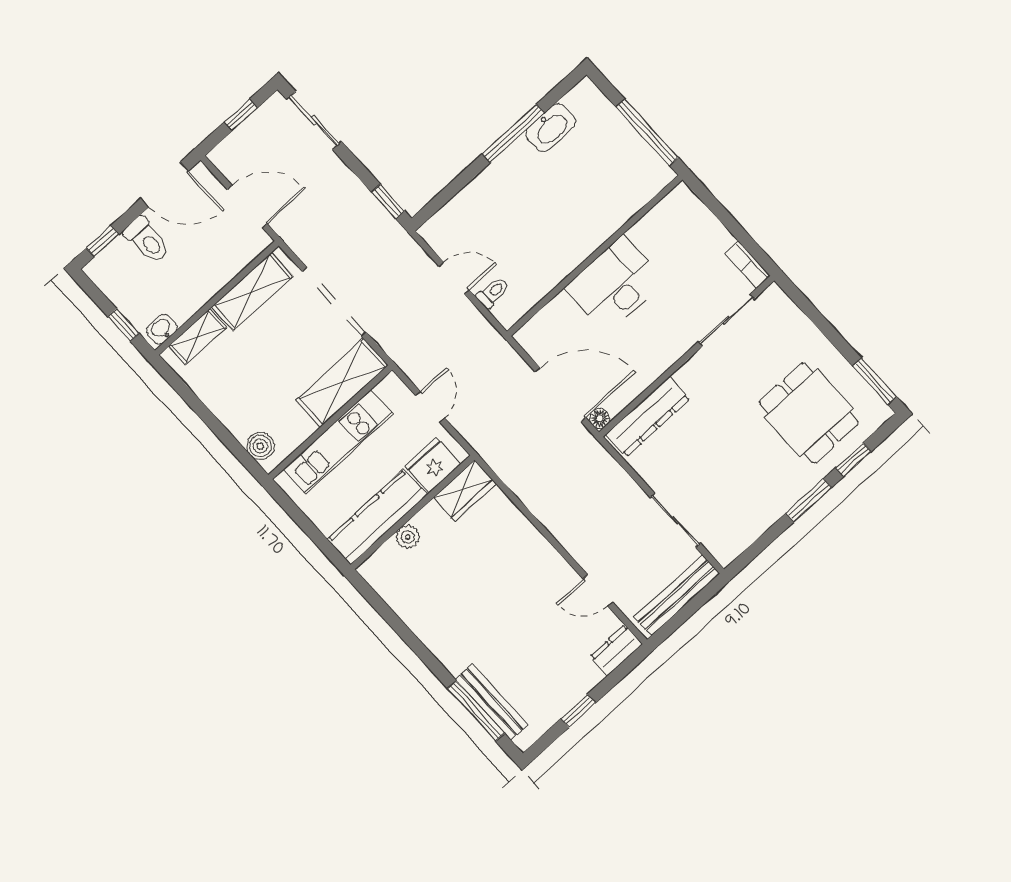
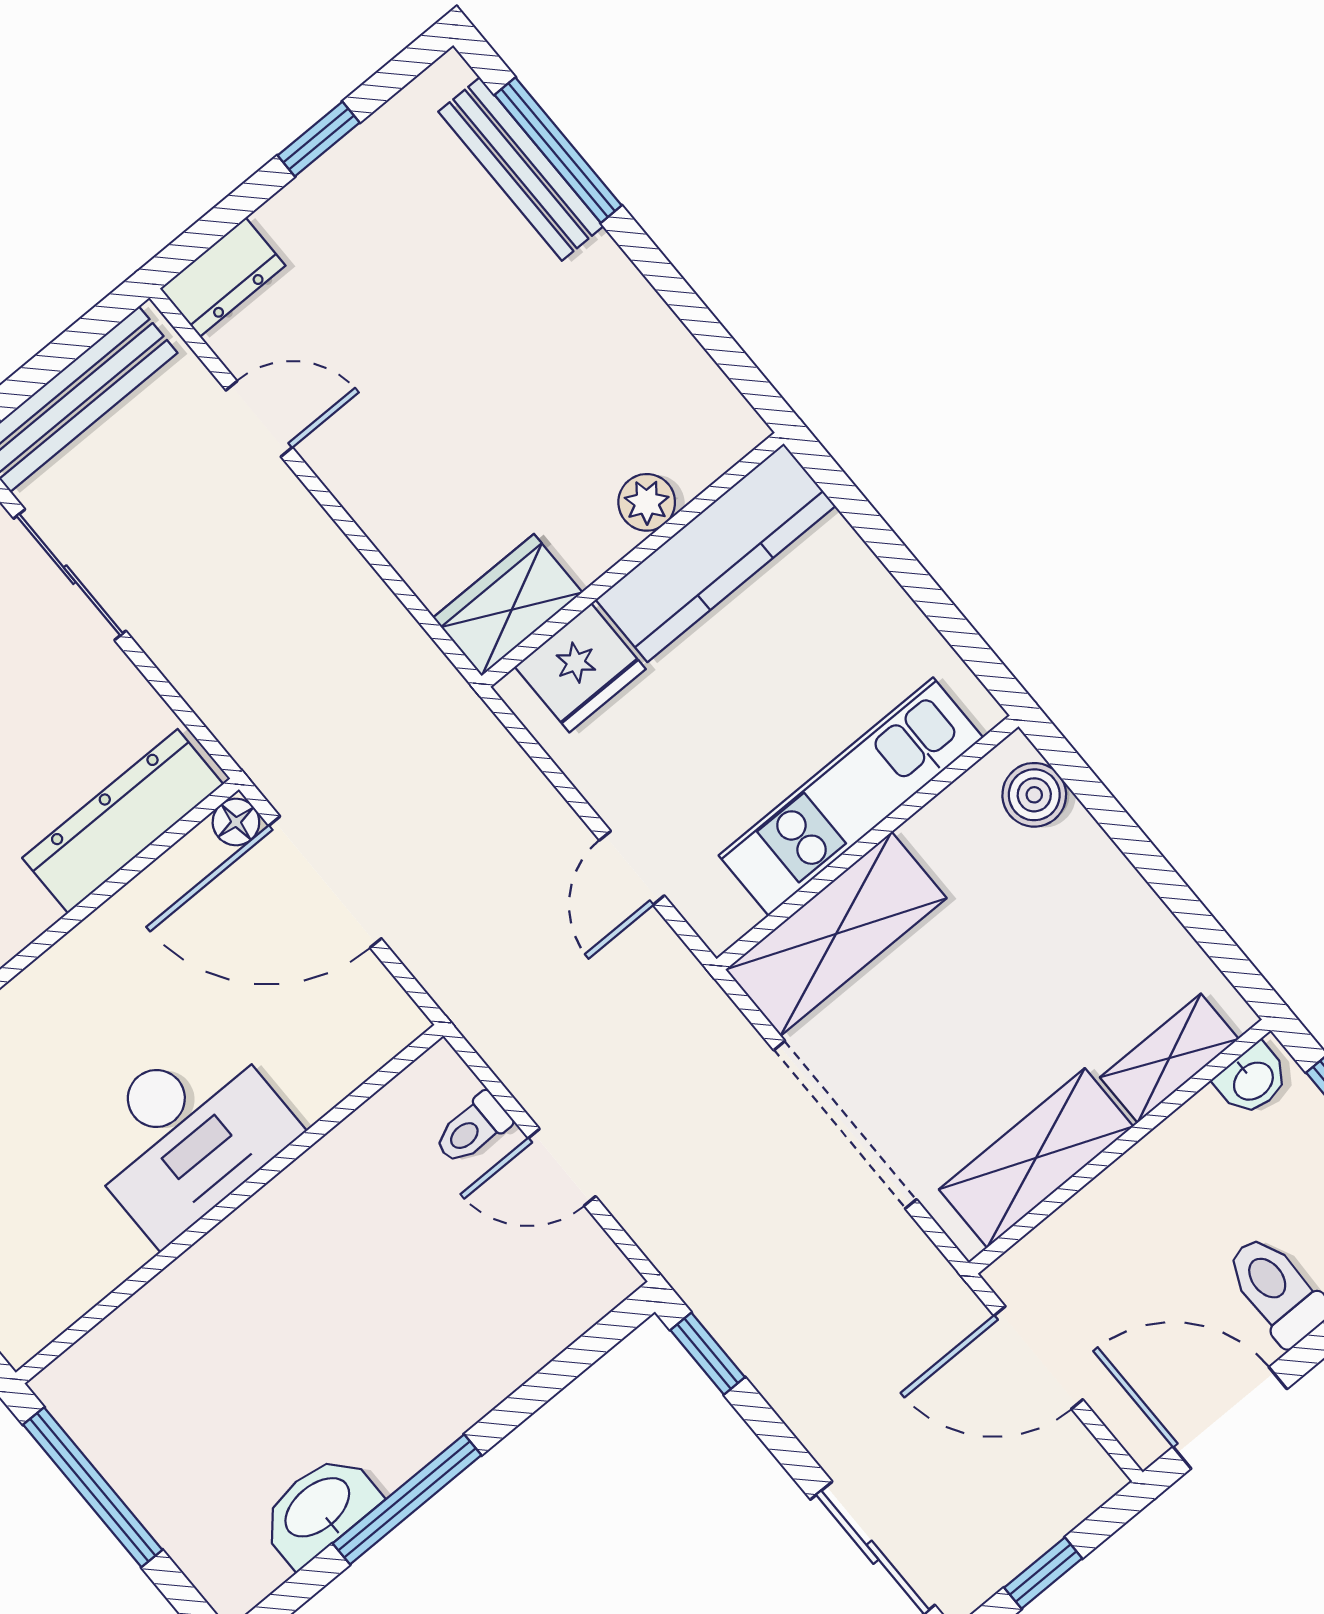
fridge: (433, 465) -> (580, 668), moved
wardrobe: (465, 491) -> (508, 605), moved
wall: (413, 512) -> (633, 560), moved
kitchen counter: (377, 517) -> (716, 553), moved
plant: (408, 537) -> (647, 502), moved

